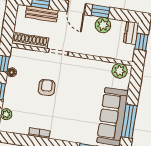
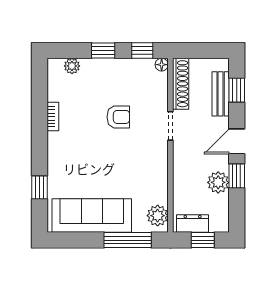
dresser: (131, 33) -> (193, 224), moved
floor lamp: (12, 72) -> (162, 65), moved
window: (129, 121) -> (128, 240), moved

